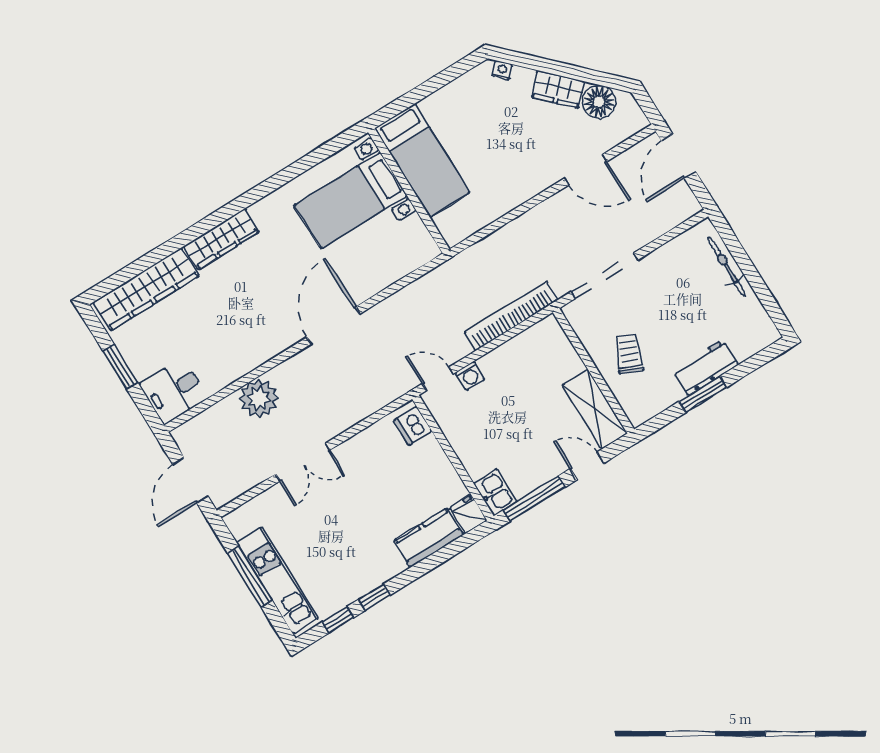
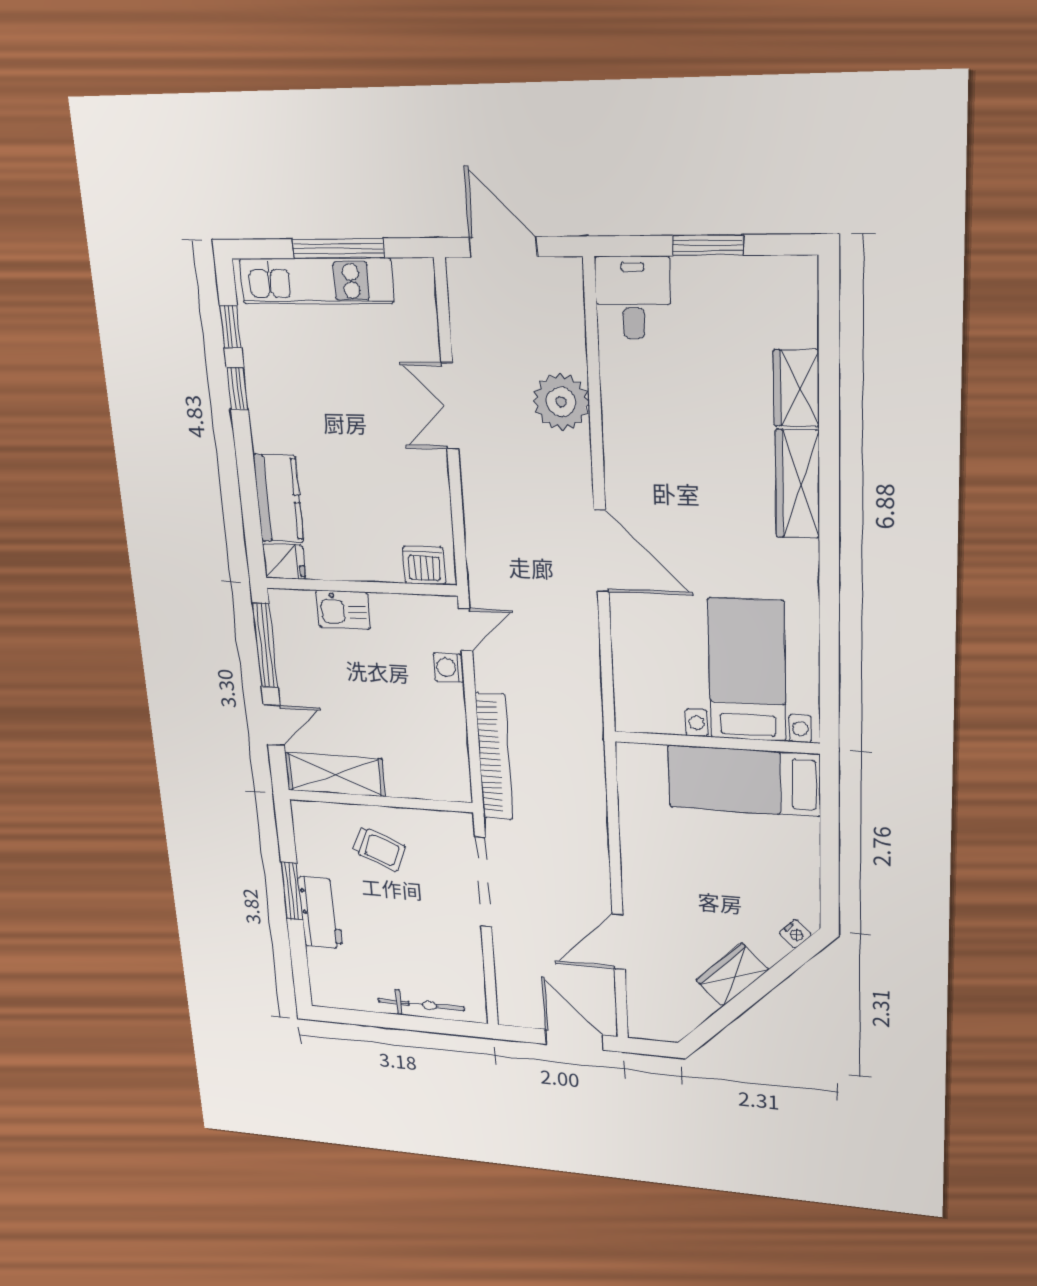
floor lamp: (599, 102) -> (689, 1005), removed
wardrobe: (146, 289) -> (796, 388), width x0.48, depth x0.85
kitchen sink: (495, 492) -> (343, 610), moved

